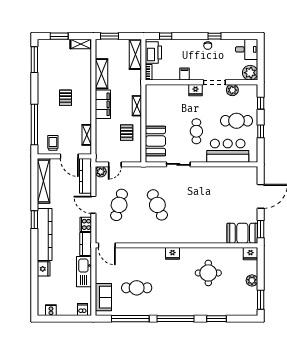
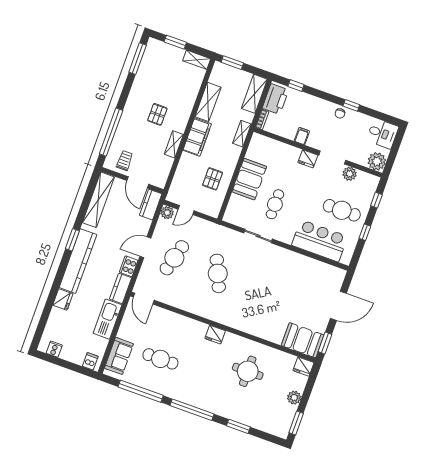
shelving: (137, 106) -> (242, 134), moved
cafe table: (196, 131) -> (275, 204), moved
shelving: (87, 135) -> (174, 144), moved
booth: (155, 141) -> (249, 179), moved
kitchen counter: (86, 176) -> (151, 205), width x0.67
door: (93, 205) -> (145, 247), hinge flipped

